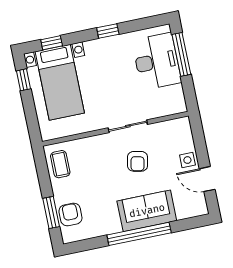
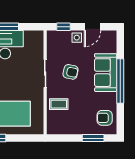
window: (199, 138) -> (63, 27), added
coffee table: (60, 164) -> (59, 104), moved
armchair: (70, 214) -> (105, 118), moved

